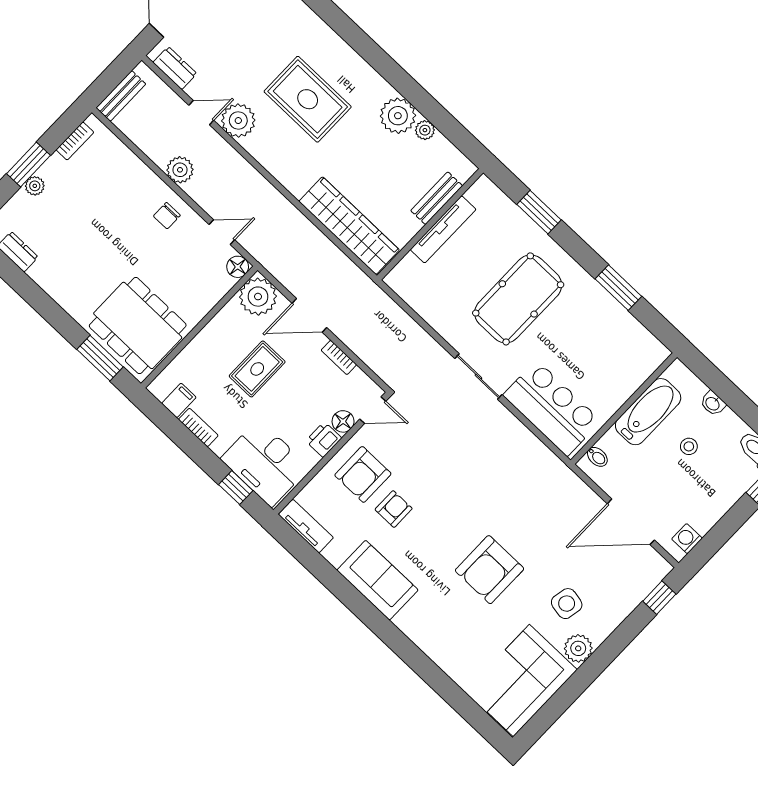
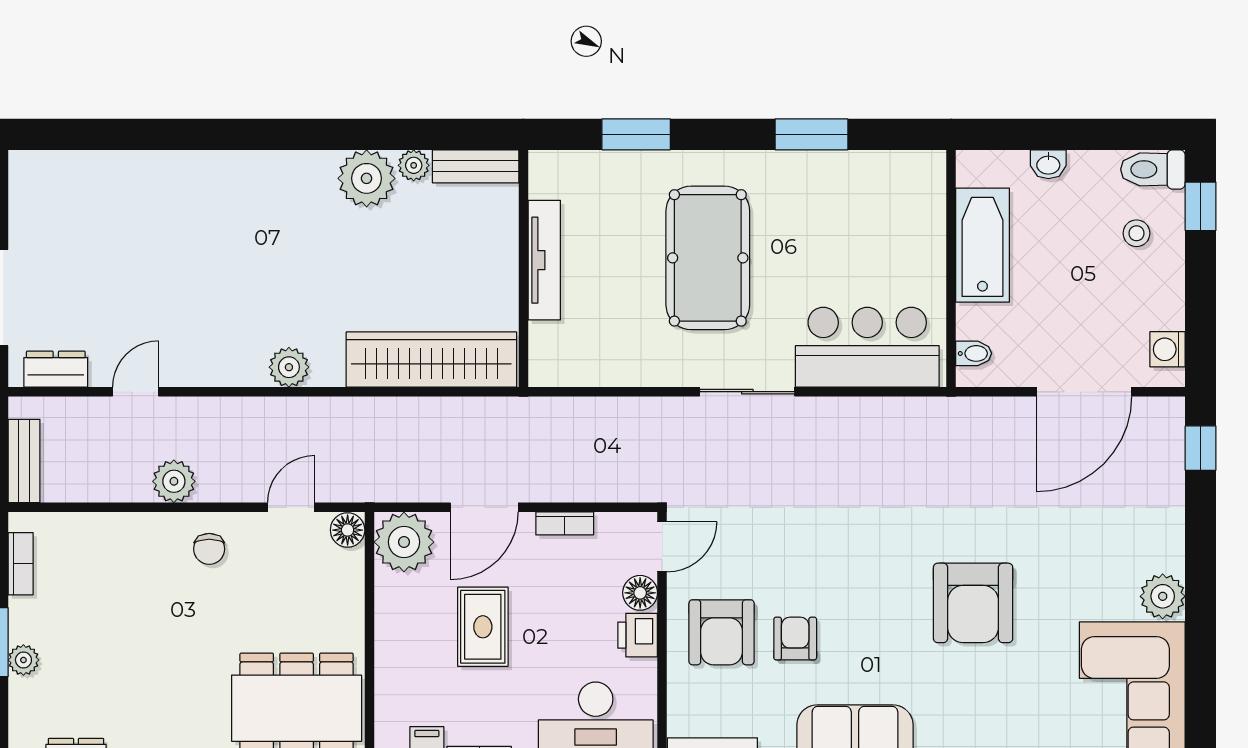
rug: (308, 99) -> (244, 259), removed
plant: (238, 121) -> (289, 367), moved, width x0.73, depth x0.73
bench: (437, 198) -> (476, 166), moved, turned 90
stool: (689, 446) -> (1137, 233), moved
side table: (567, 604) -> (1100, 557), removed

